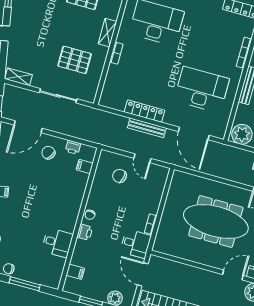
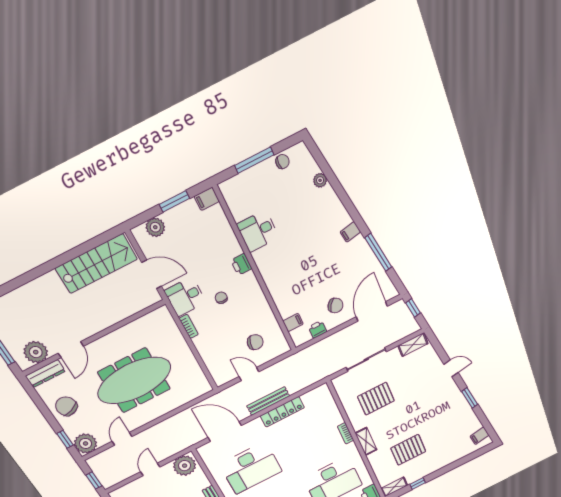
chair: (90, 215) -> (221, 298), moved
filing cabinet: (75, 272) -> (207, 199), moved

